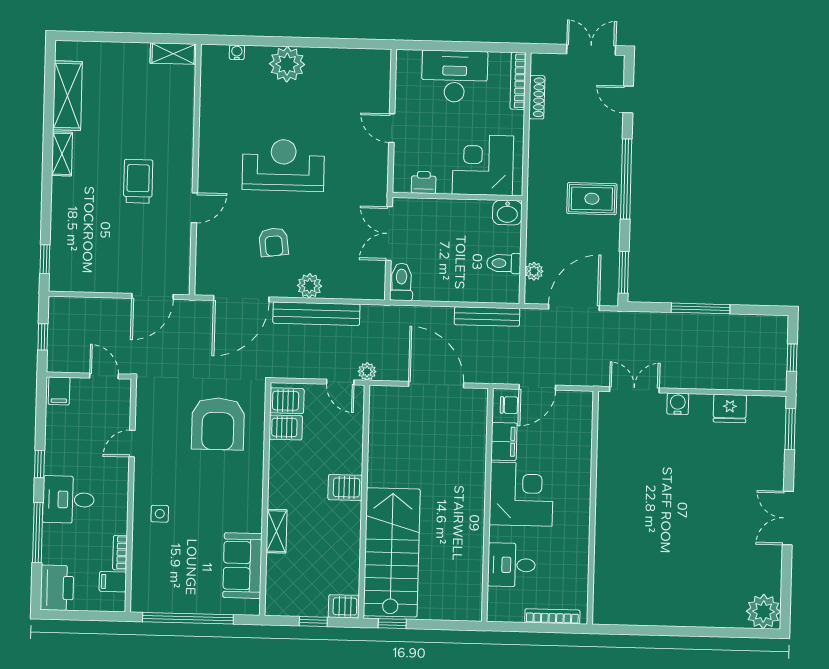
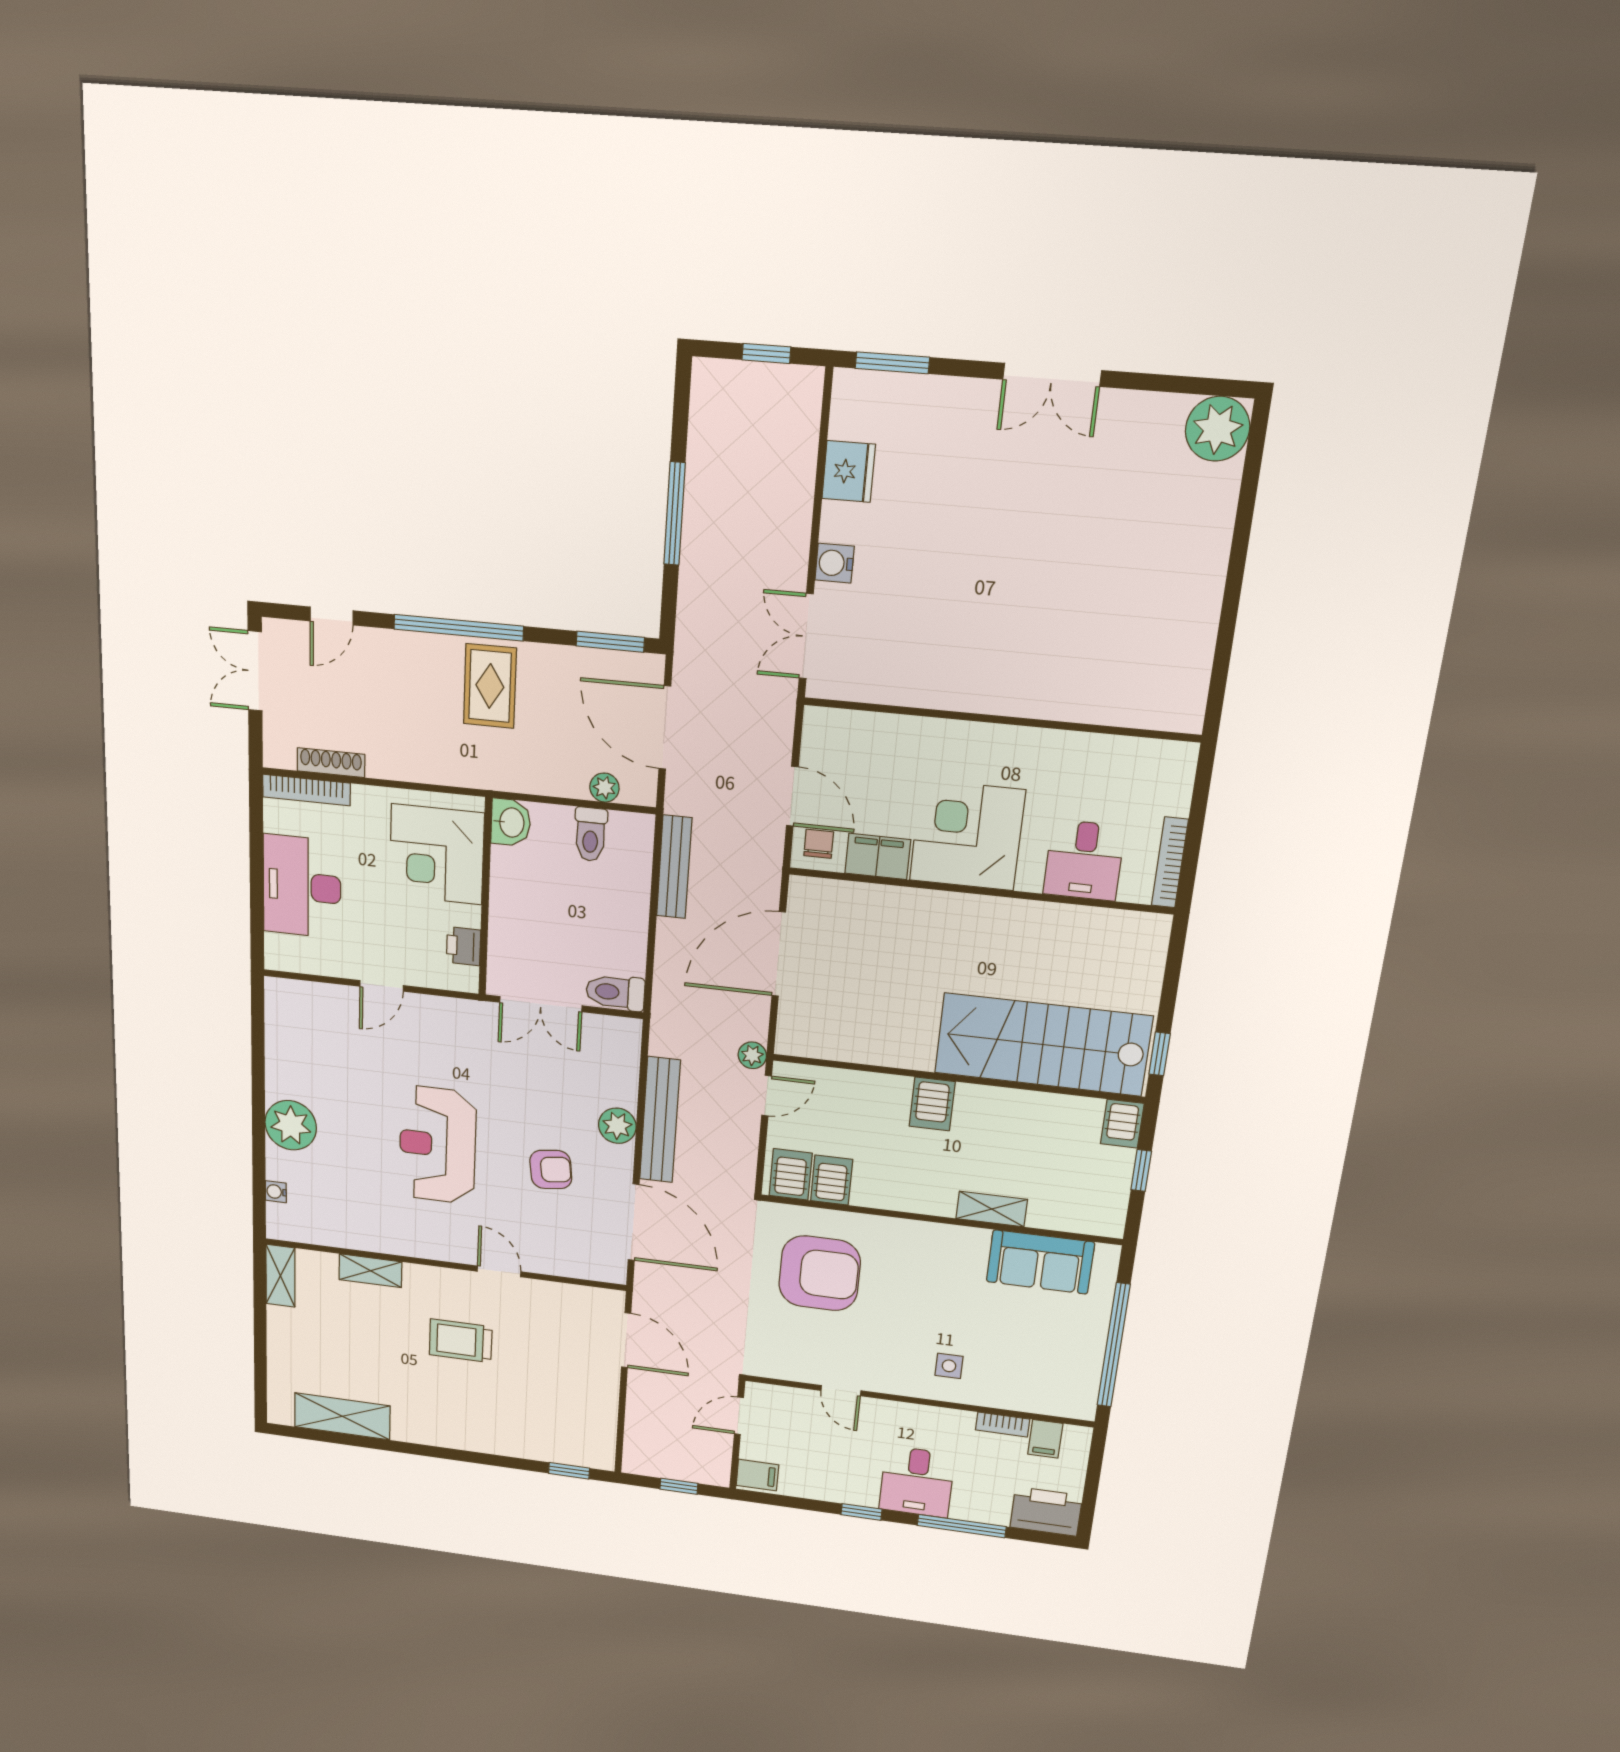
shelving: (62, 154) -> (370, 1271), moved
bookcase: (552, 616) -> (1170, 862), moved

